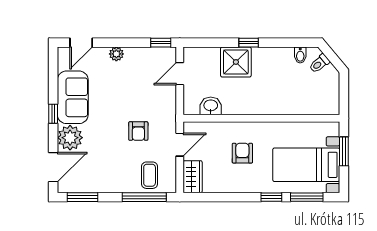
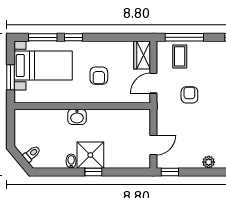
bidet: (300, 55) -> (71, 161), moved
shower: (236, 62) -> (90, 155), moved
washbasin: (211, 106) -> (77, 117), moved

